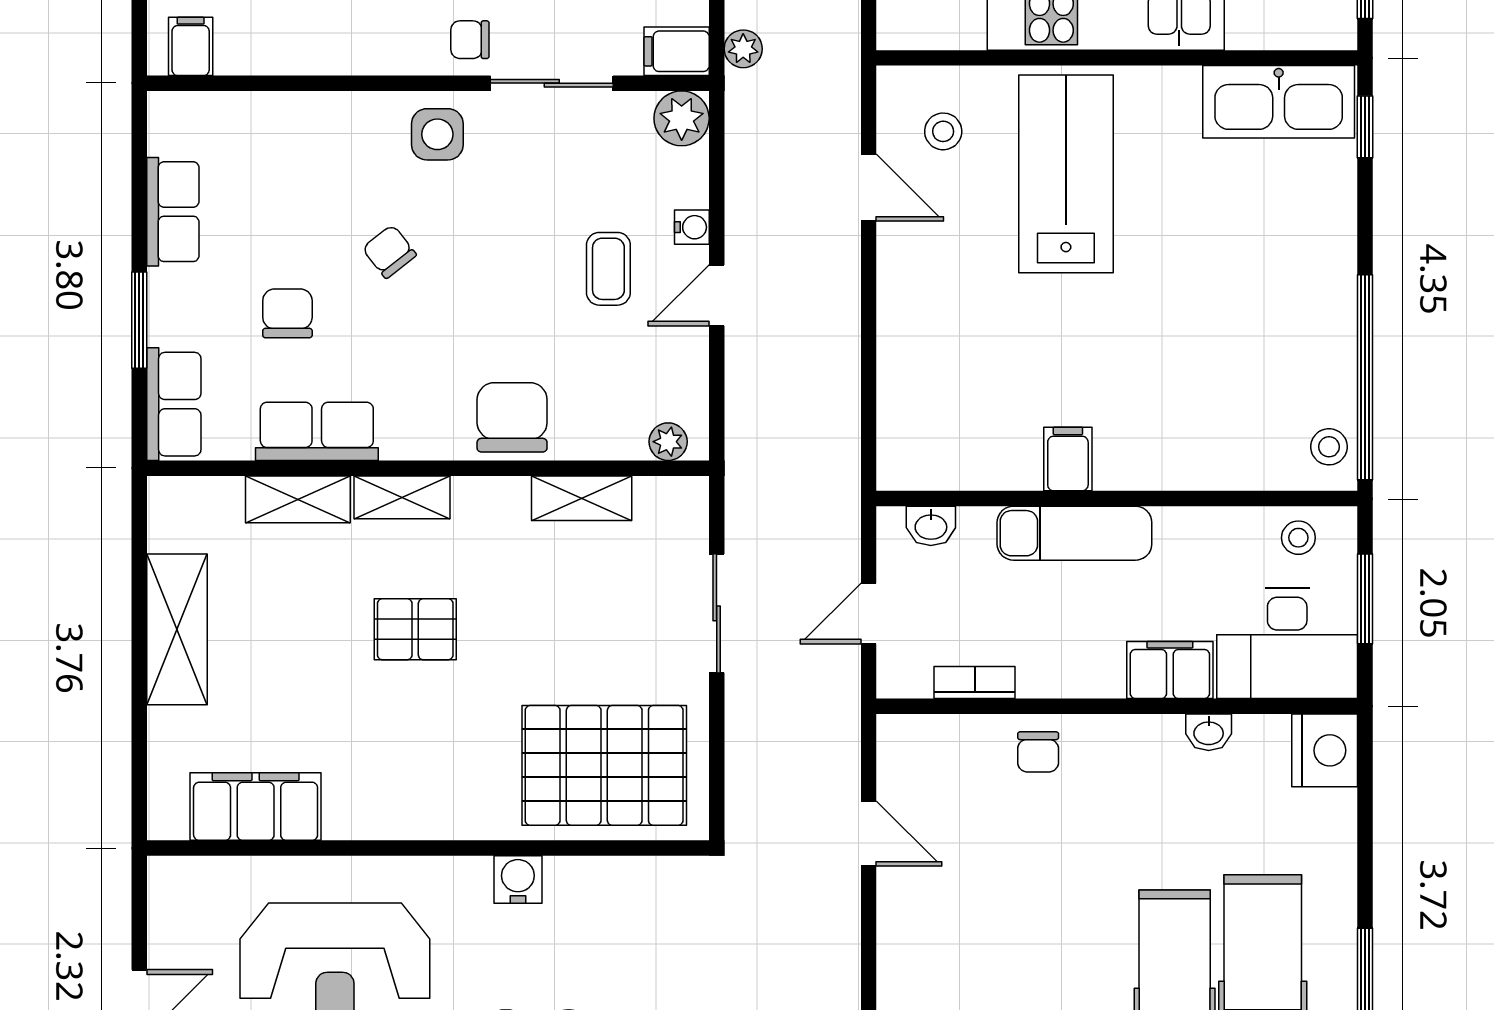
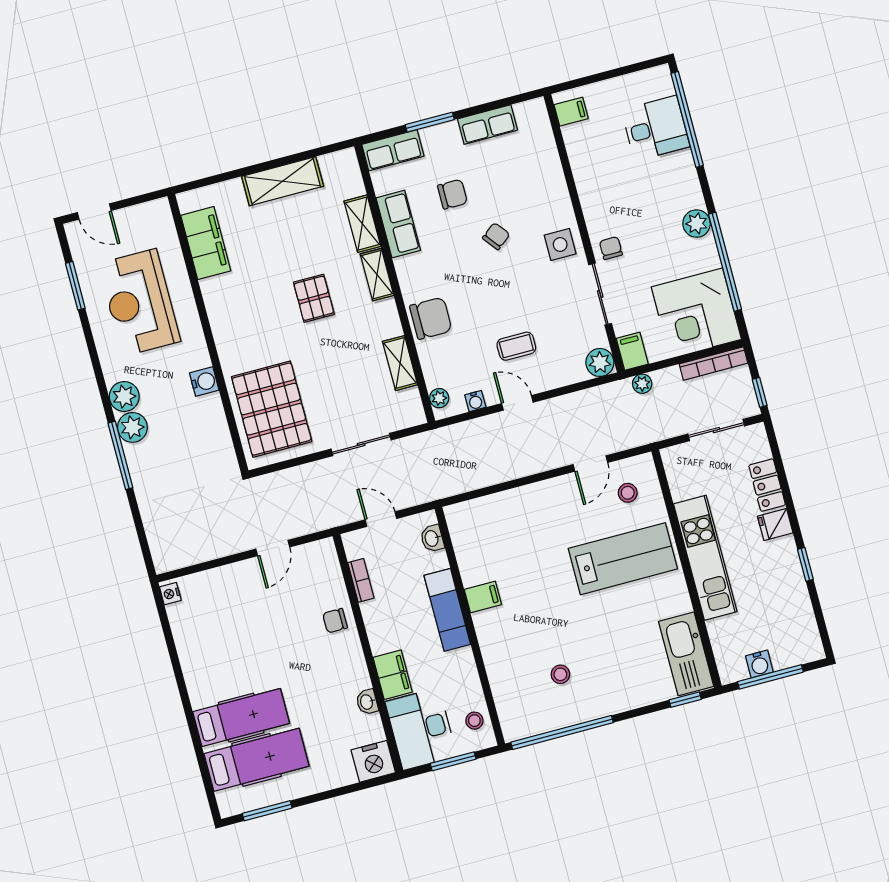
water cooler: (692, 227) -> (475, 401), moved
stool: (1329, 447) -> (560, 674), moved

